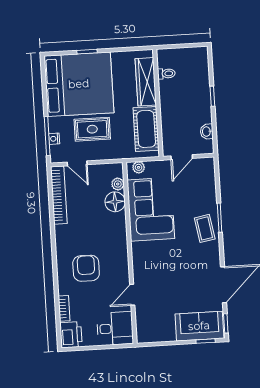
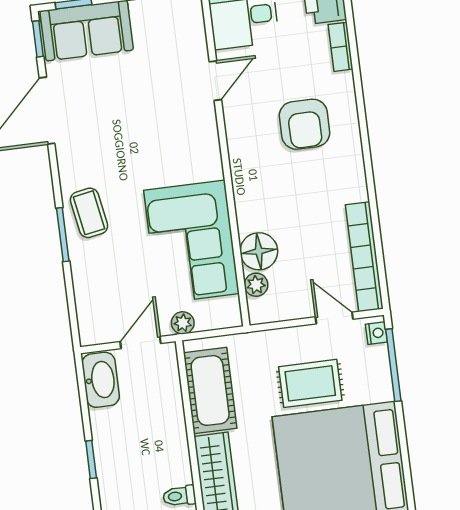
washbasin: (207, 132) -> (101, 380), width x1.91, depth x1.45
nightstand: (54, 139) -> (376, 333), moved
plant: (139, 167) -> (183, 323), moved

